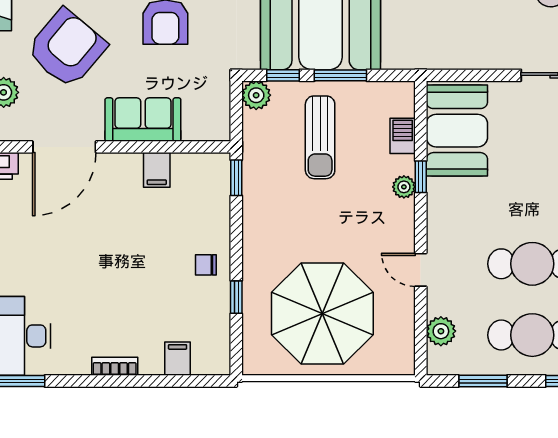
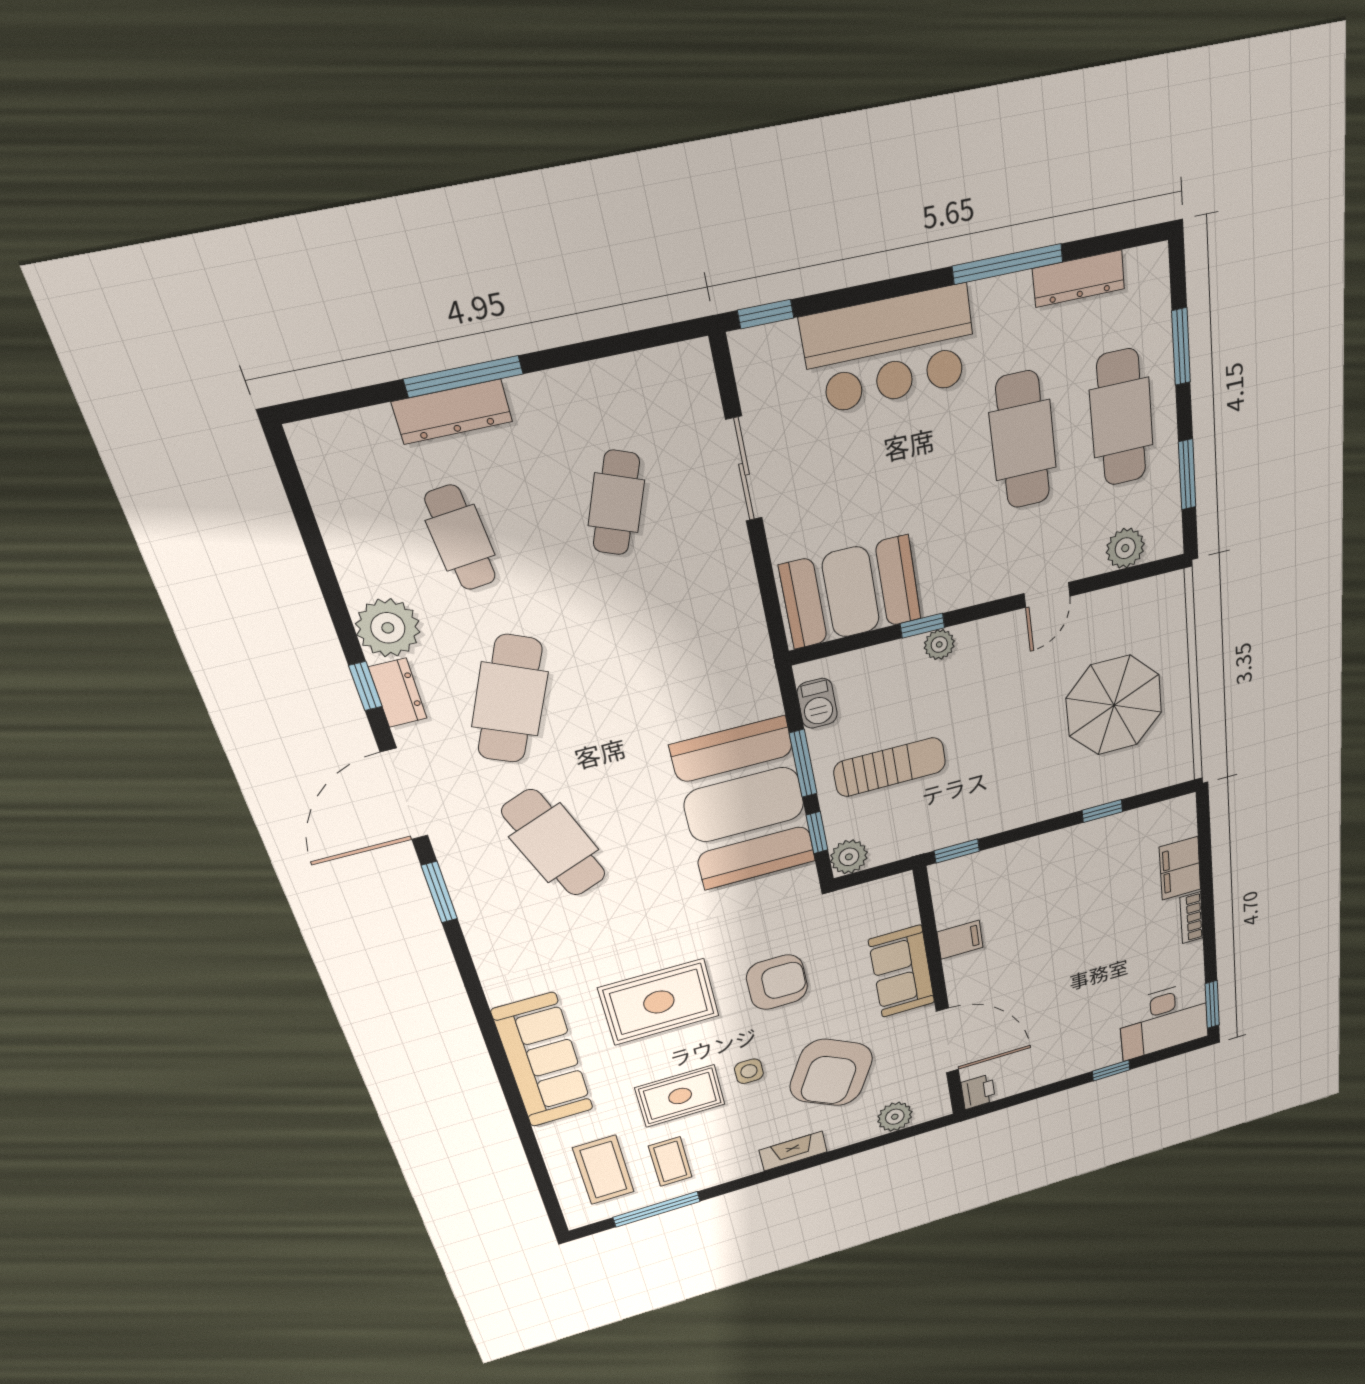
armchair: (67, 48) -> (831, 1073), turned -102
barbecue: (403, 136) -> (817, 703), moved, turned -90
chair: (206, 265) -> (1067, 855), removed
parasol: (322, 313) -> (1114, 705), width x0.73, depth x0.73
filing cabinet: (178, 359) -> (1180, 868), width x2.00

